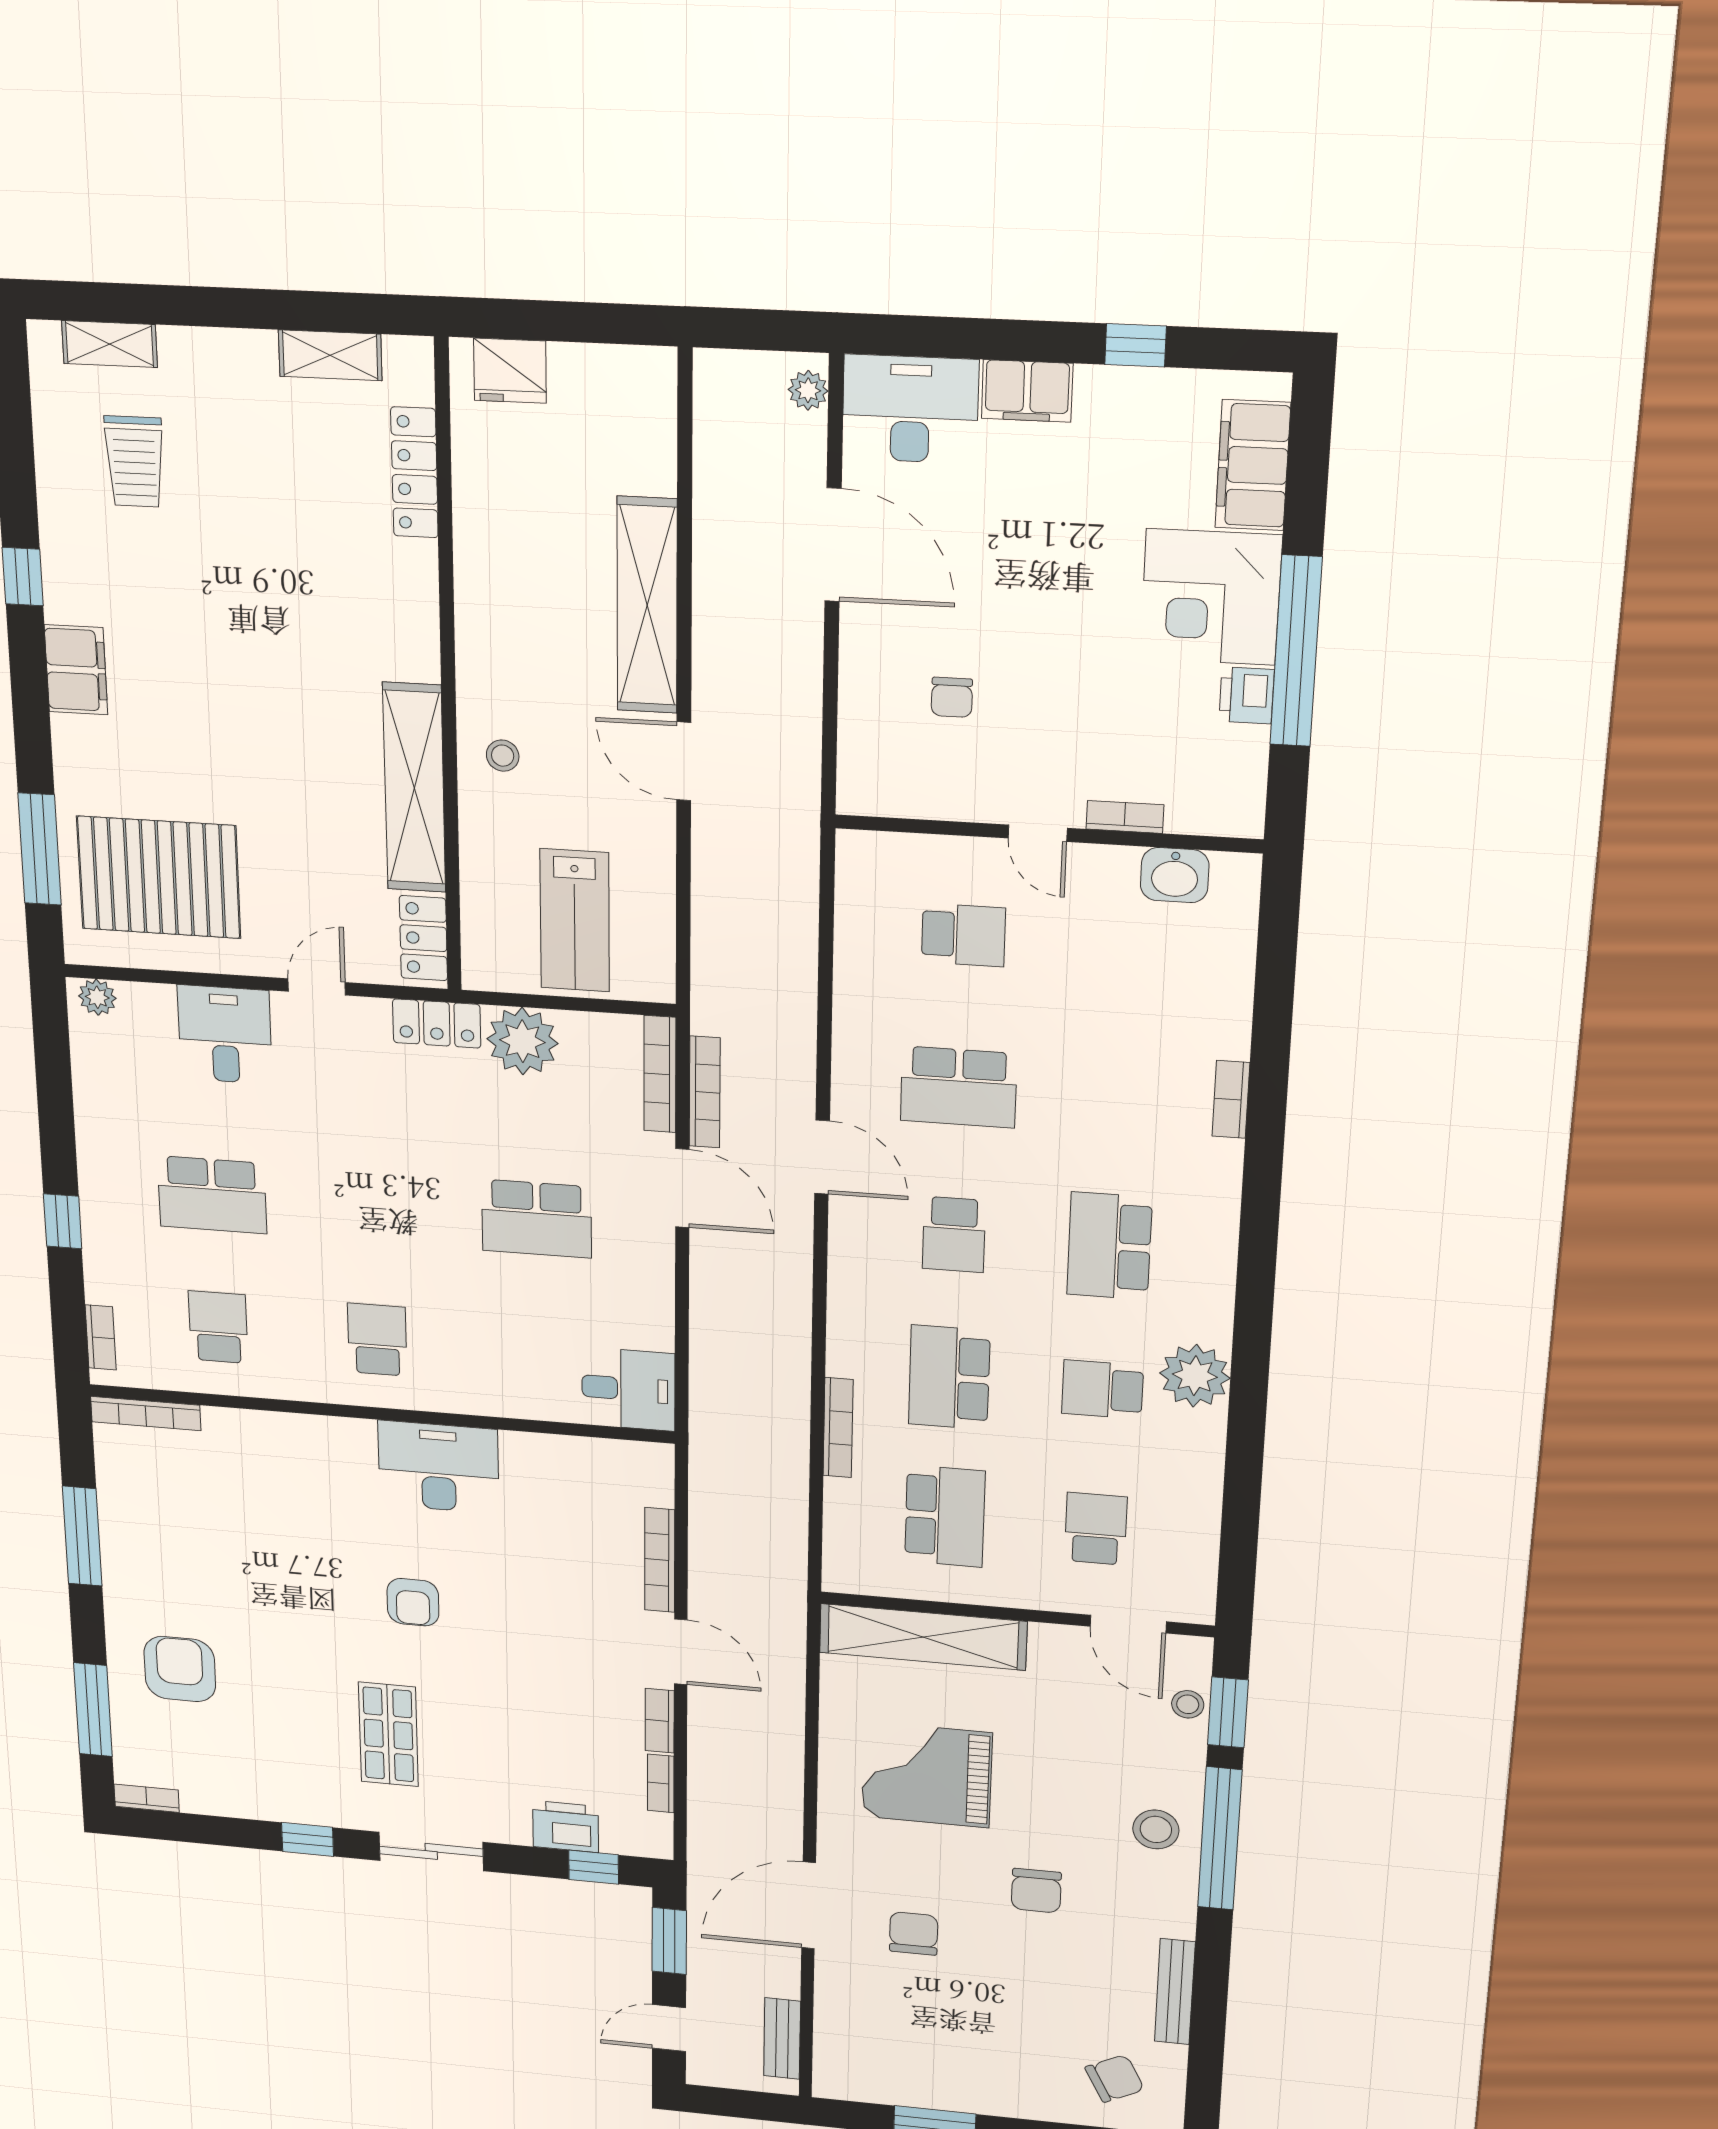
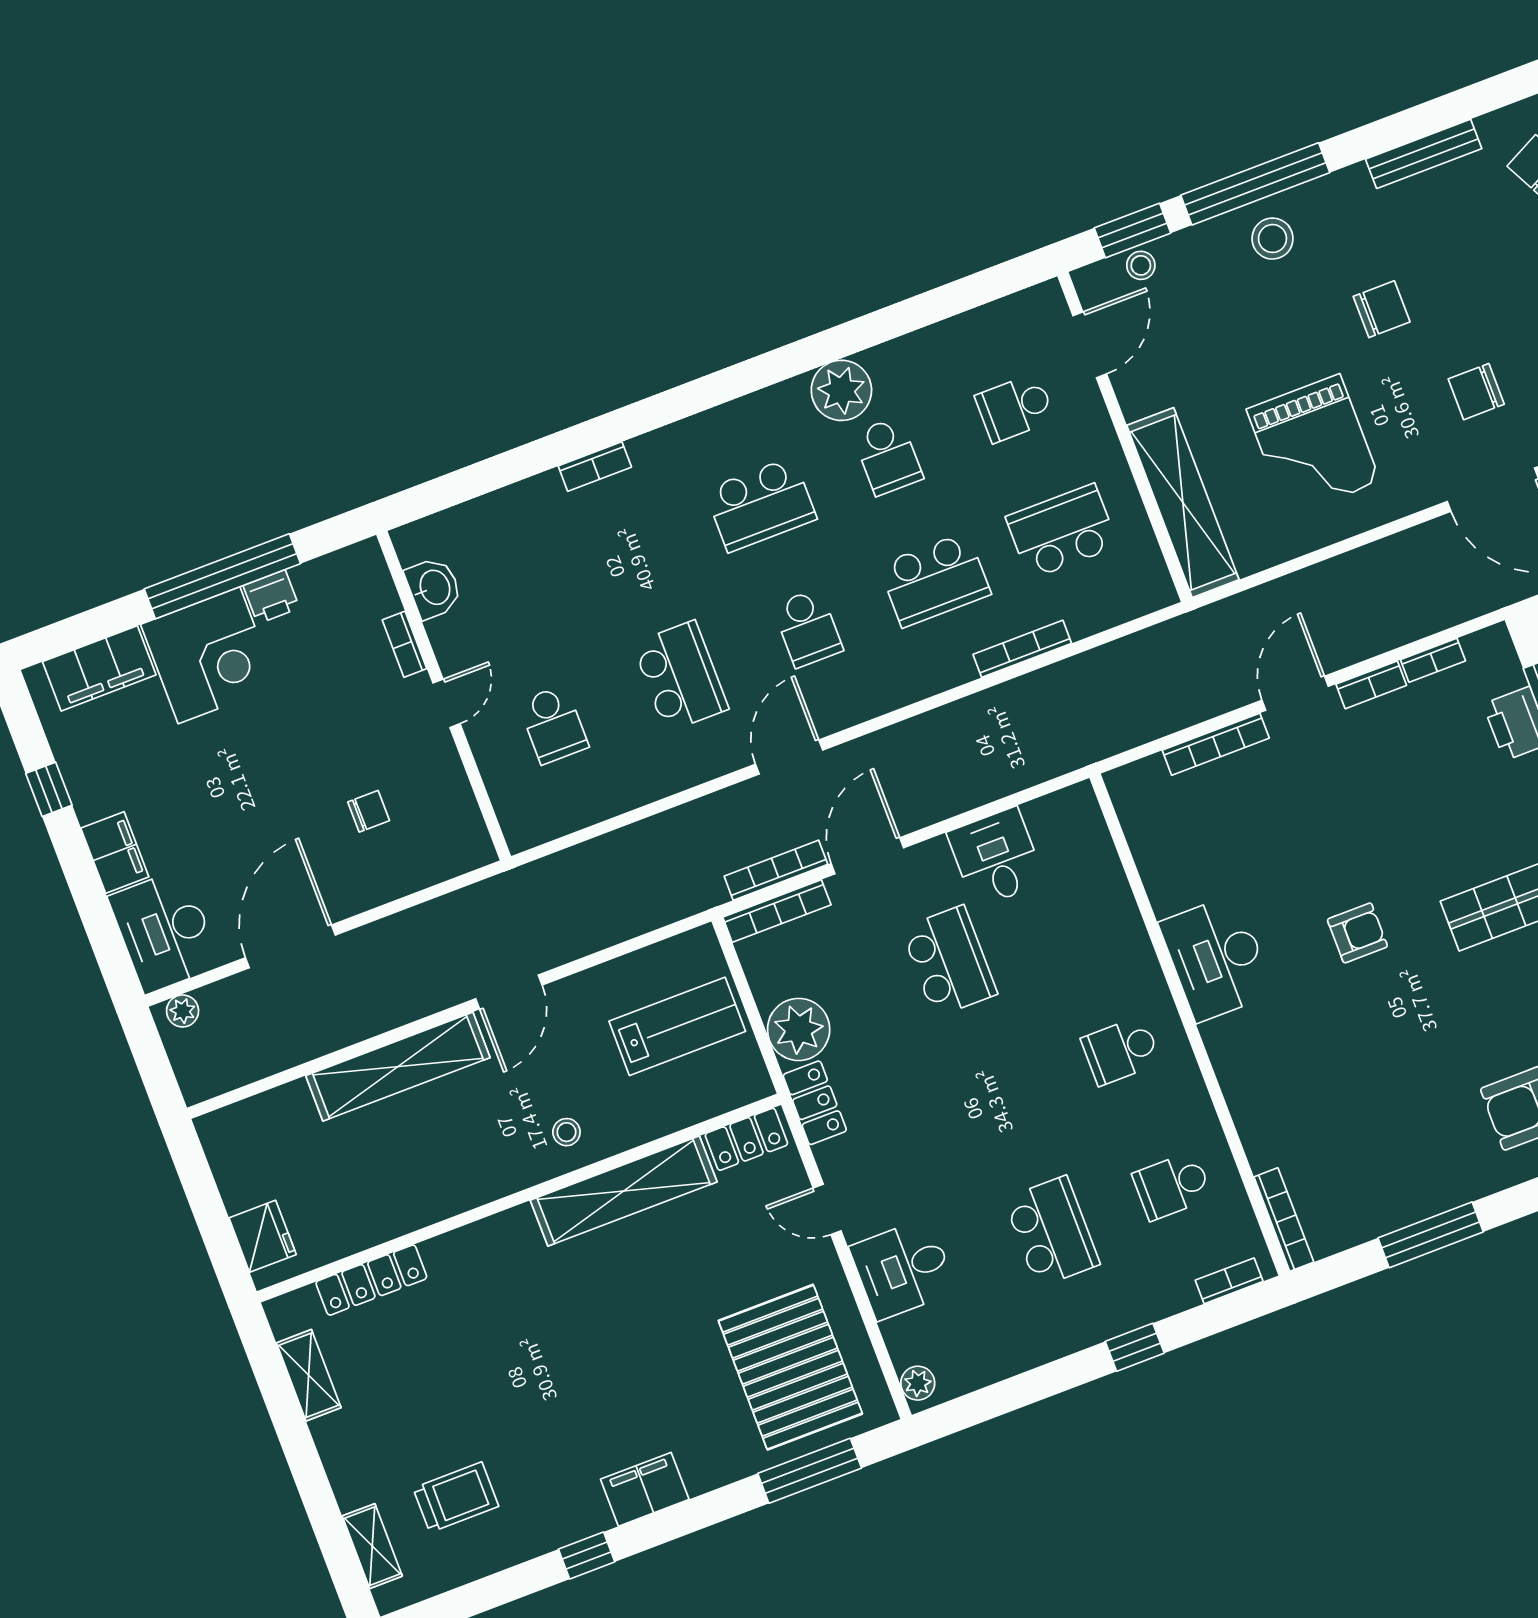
school desk: (963, 935) -> (553, 725), turned 180
school desk: (954, 1235) -> (808, 628), turned 90
desk: (628, 1389) -> (996, 857), moved

